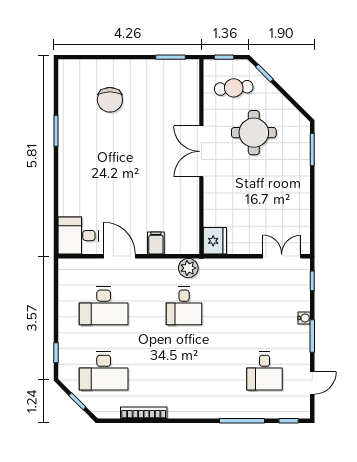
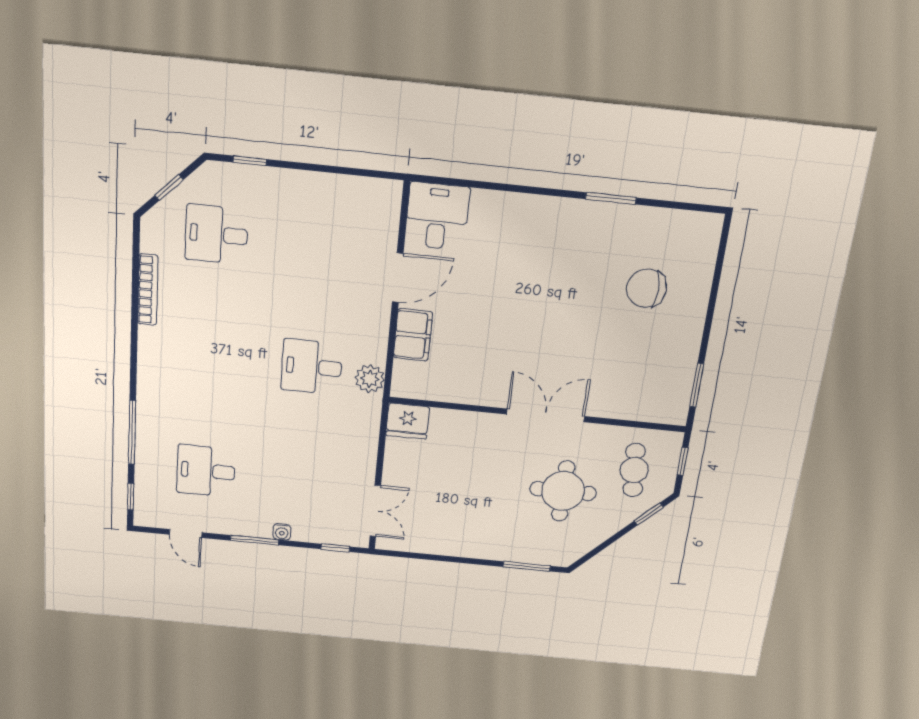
filing cabinet: (156, 243) -> (413, 335), width x2.00
desk: (104, 306) -> (321, 245), removed
desk: (104, 371) -> (216, 234), width x0.73

